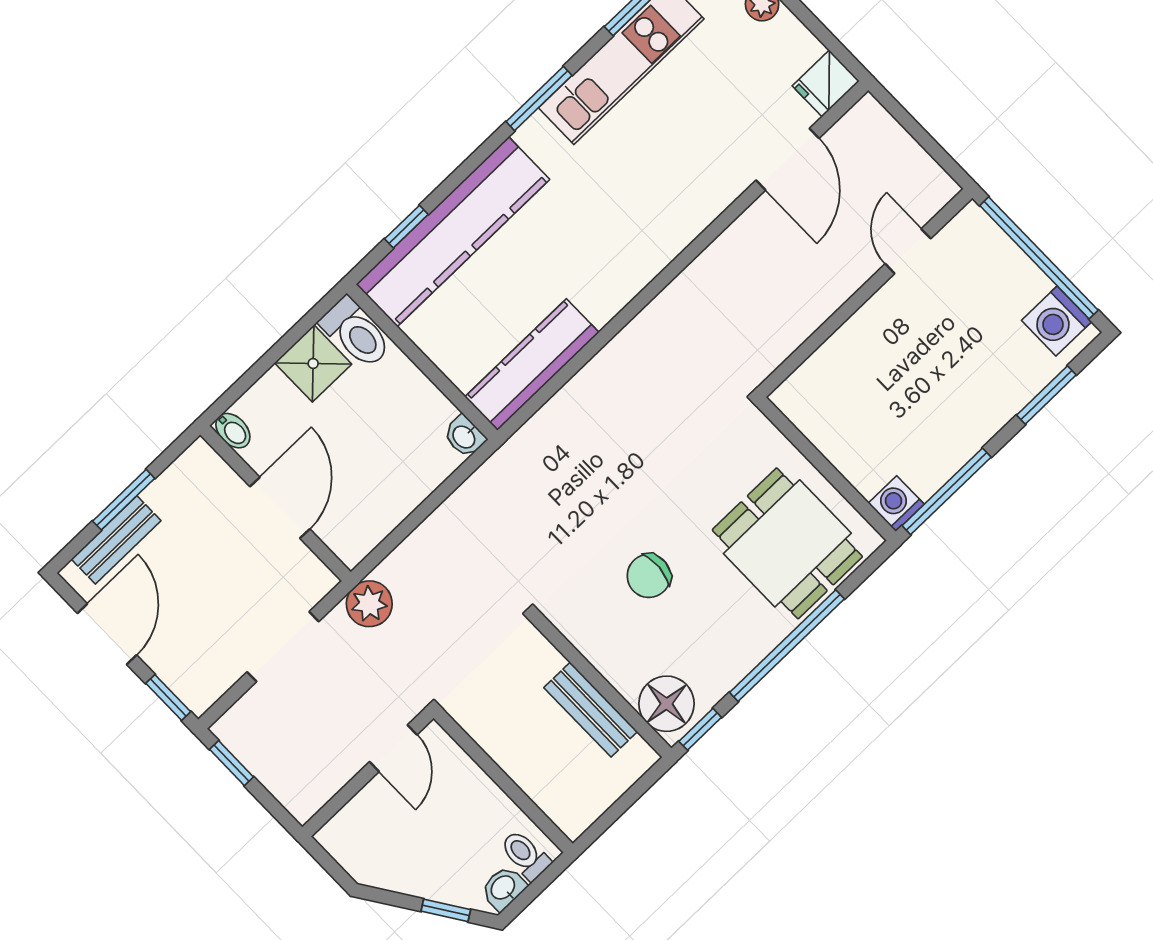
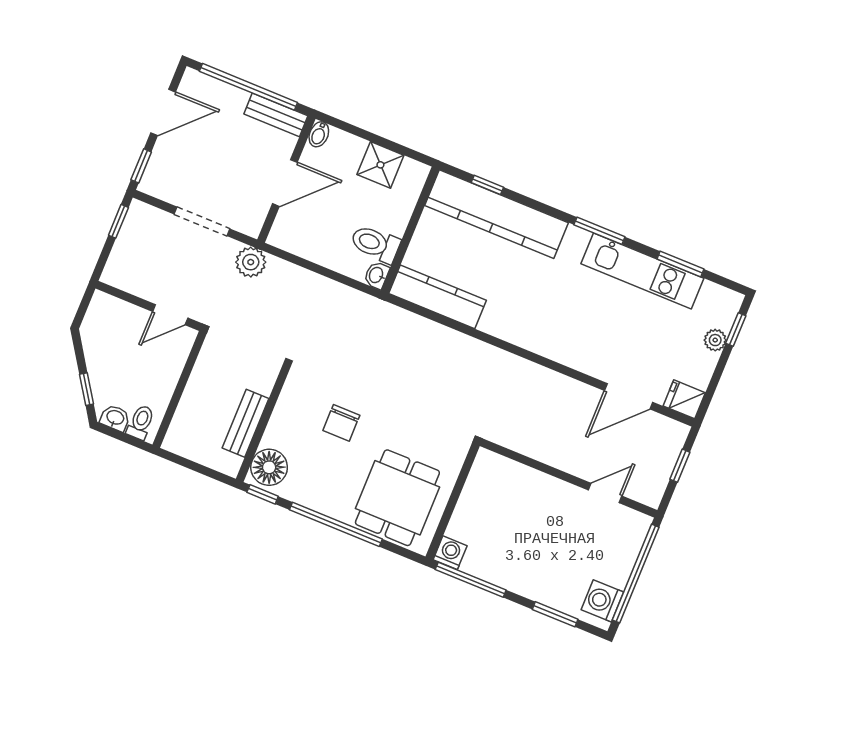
window: (916, 130) -> (680, 466), added
toilet: (356, 333) -> (375, 244), moved, turned 90
window: (124, 500) -> (248, 87), width x2.11
bench: (116, 540) -> (276, 115), moved
chair: (649, 576) -> (341, 423), turned -94

